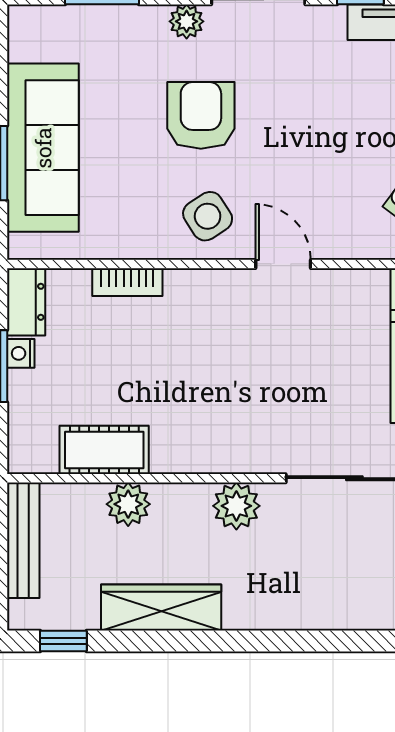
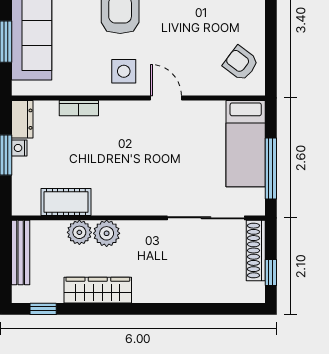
side table: (208, 216) -> (124, 71), turned 33
plant: (236, 506) -> (107, 233), moved

